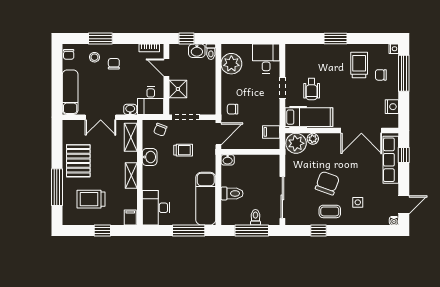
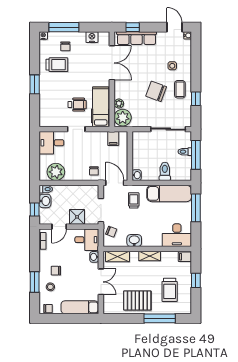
trolley: (359, 65) -> (57, 65), turned 180
trolley: (183, 150) -> (134, 200), moved

